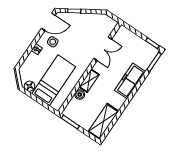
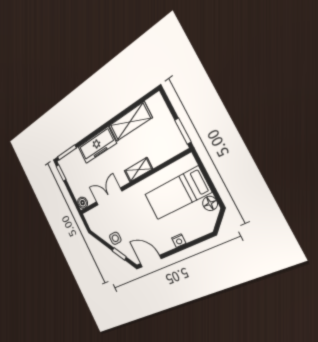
side table: (53, 42) -> (115, 238), moved
boiler: (80, 95) -> (83, 203), moved
shelving: (103, 121) -> (130, 122), moved

